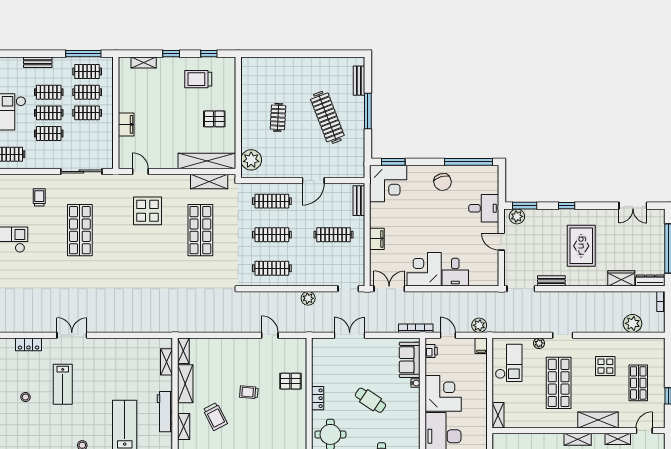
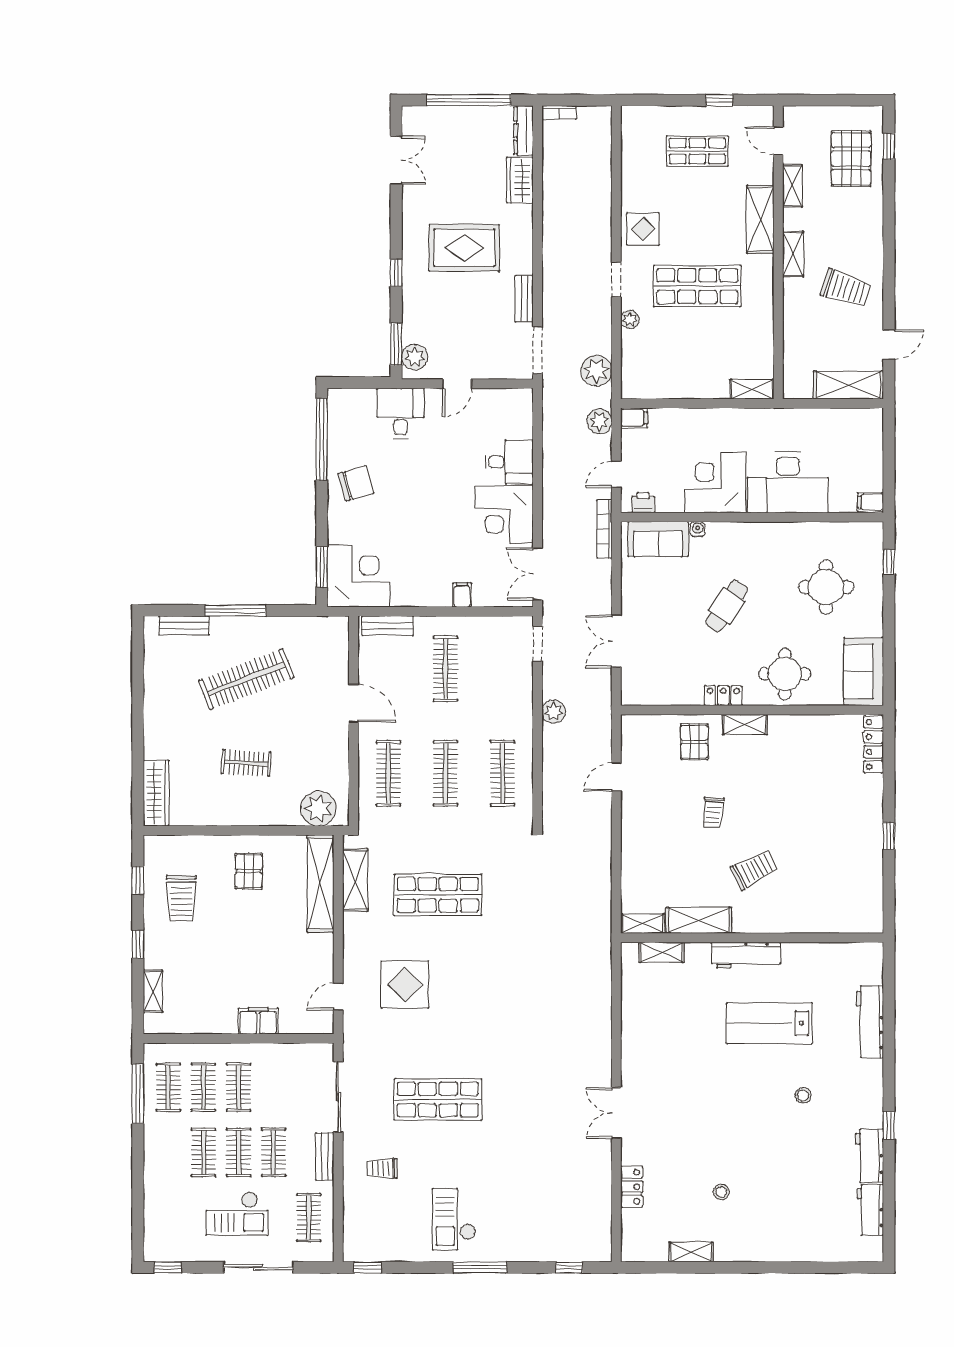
bench: (38, 62) -> (325, 1157), moved
wardrobe: (260, 64) -> (156, 793), added
filing cabinet: (377, 239) -> (462, 595), width x0.50
plant: (633, 323) -> (596, 371), moved
checkout: (509, 363) -> (663, 371), removed
display table: (605, 366) -> (643, 229), moved
lab bench: (63, 384) -> (700, 1129), removed
shelving: (184, 427) -> (745, 725), moved

